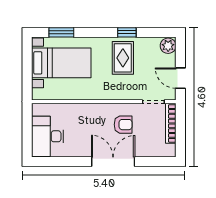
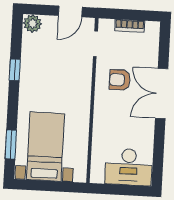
rug: (123, 58) -> (44, 76), removed
bookcase: (171, 123) -> (130, 26), width x0.64
armchair: (123, 125) -> (120, 80), turned -90

